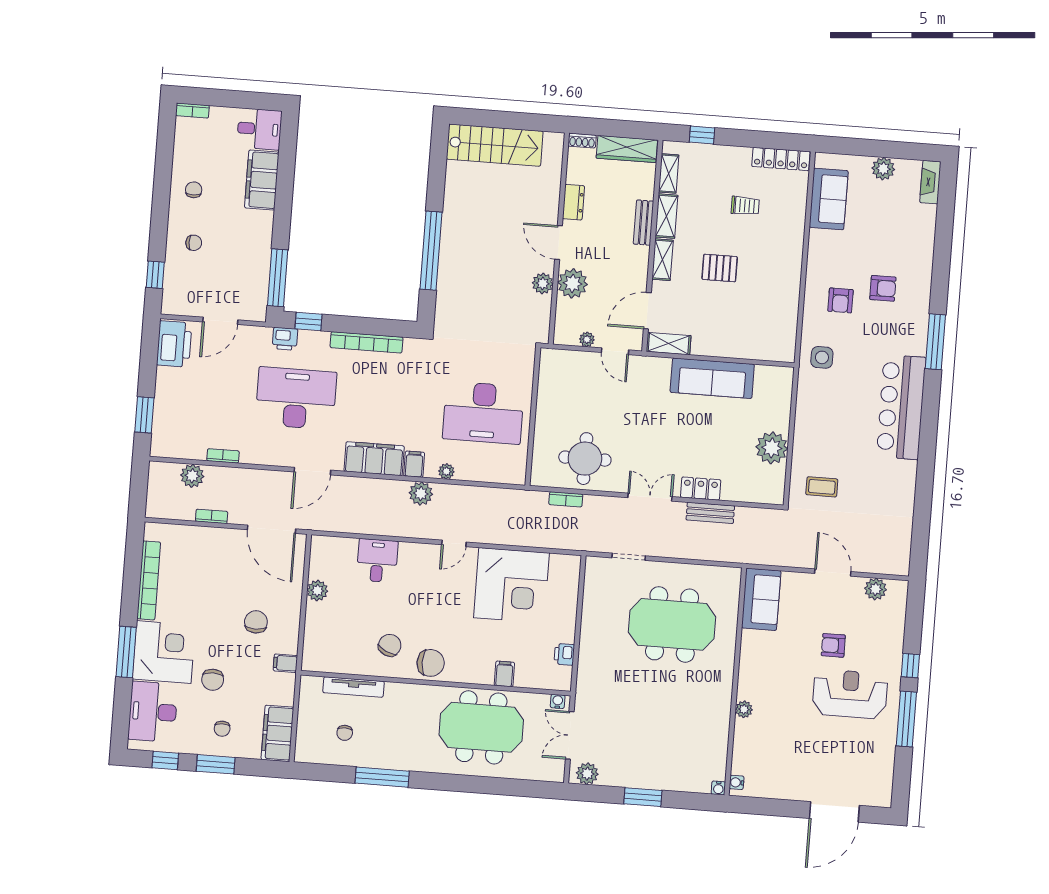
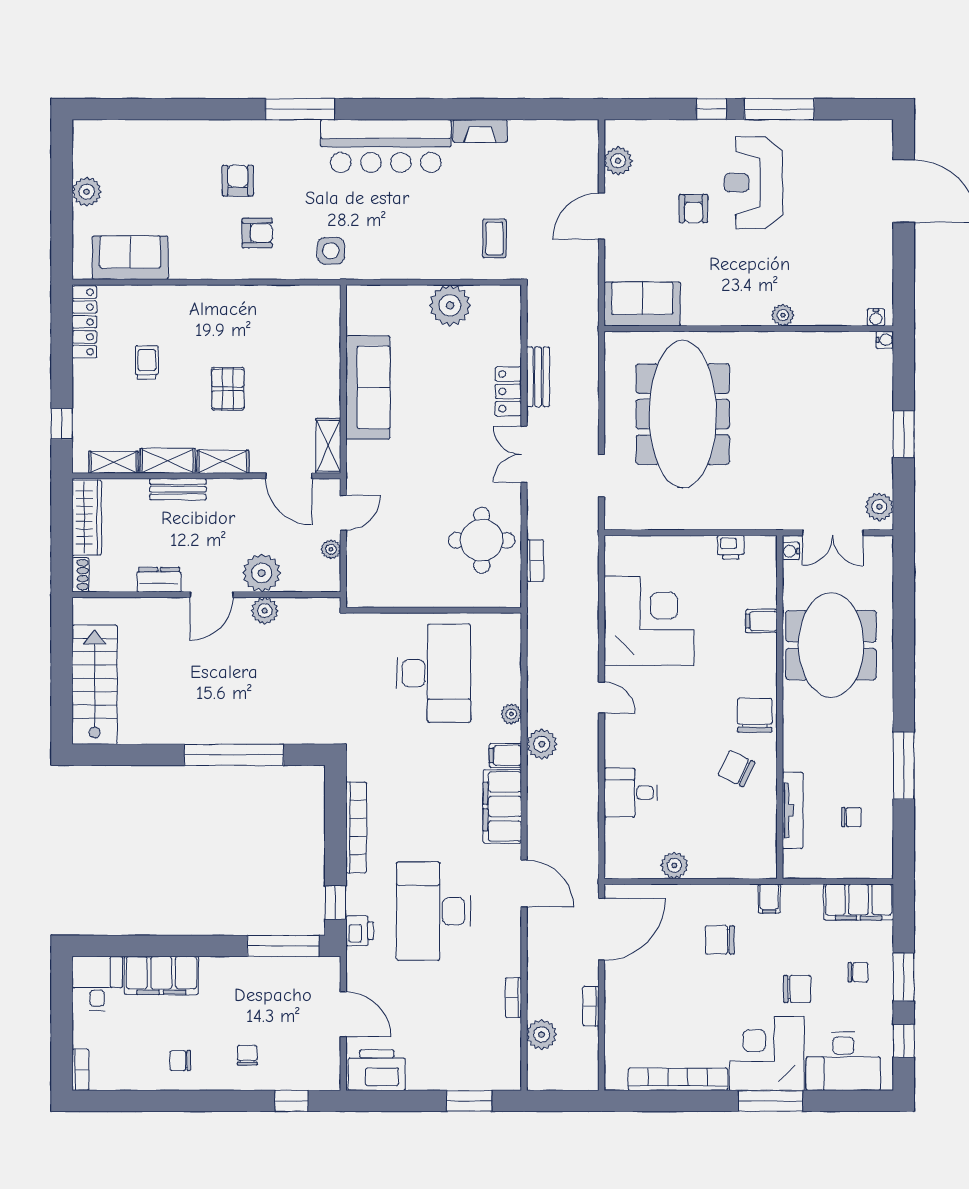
fireplace: (930, 182) -> (480, 131), moved
meeting table: (672, 624) -> (683, 414), width x1.36

